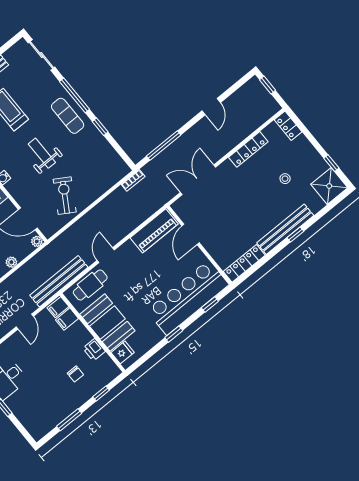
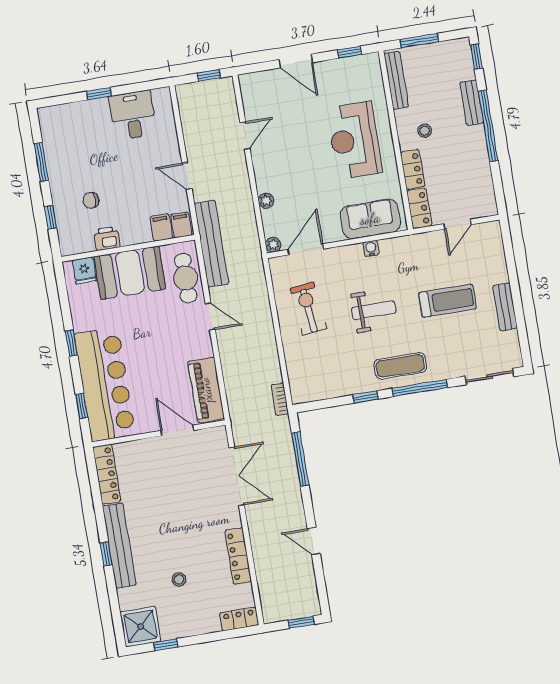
exercise bike: (65, 196) -> (308, 308), turned -127

